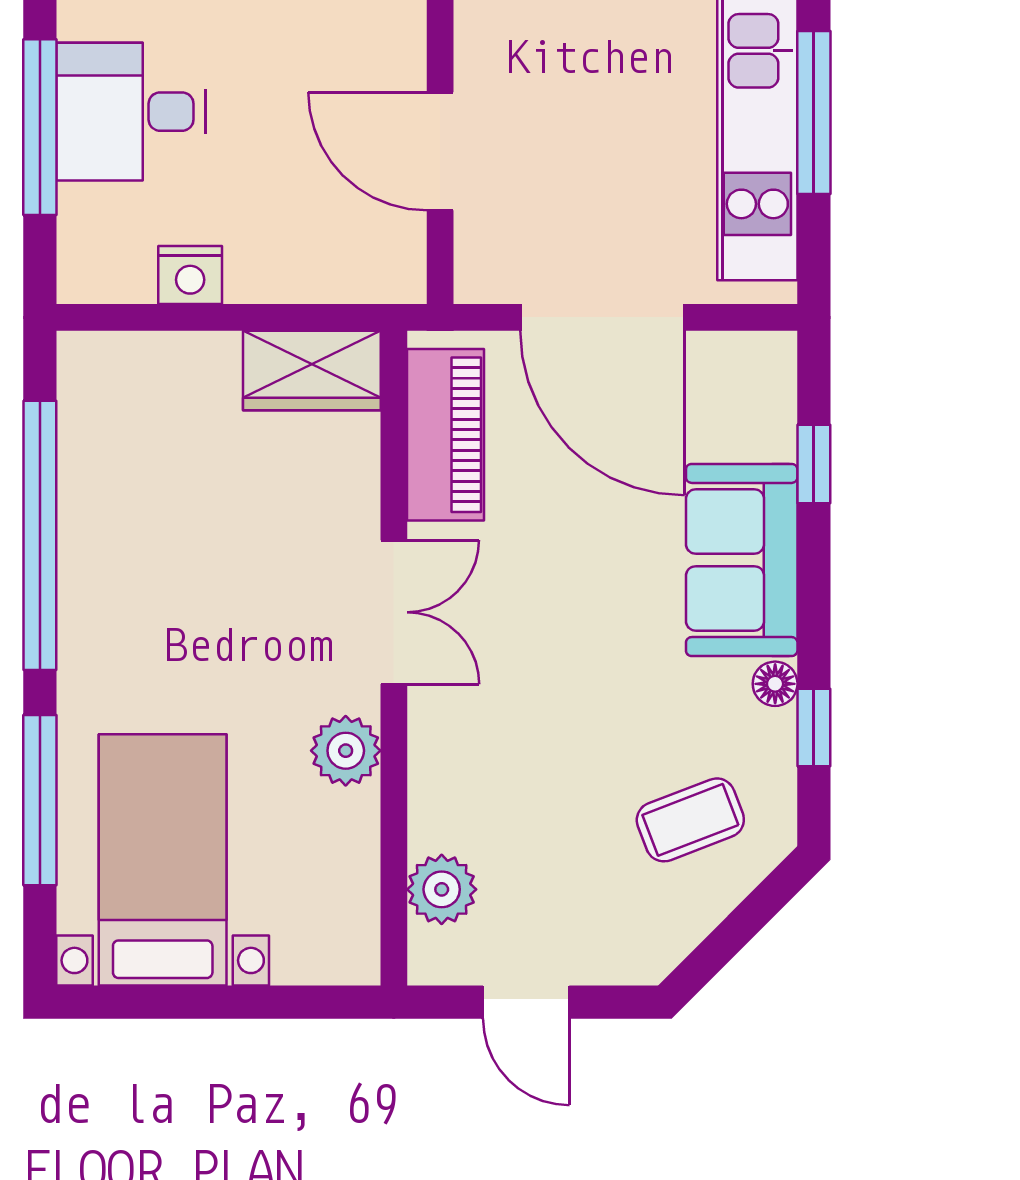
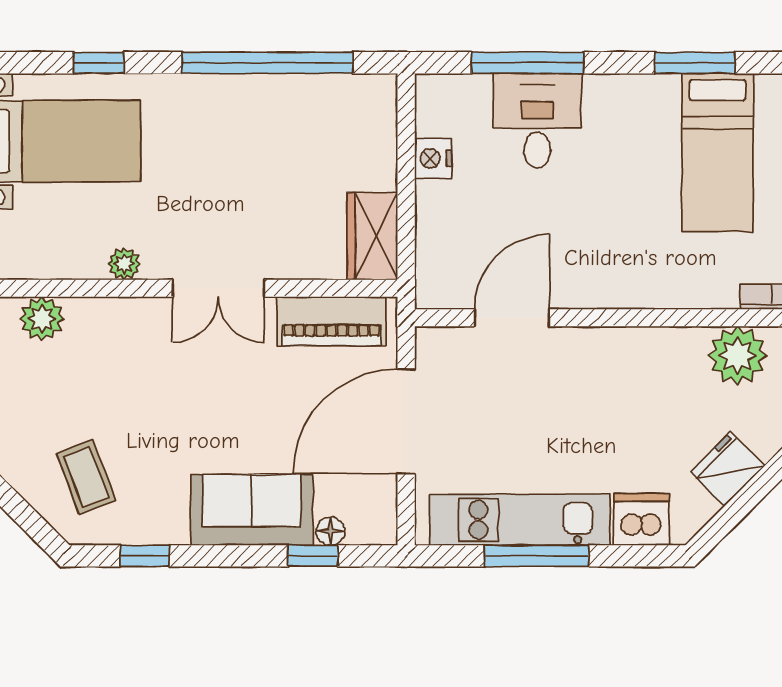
floor lamp: (775, 684) -> (330, 531), moved
plant: (346, 751) -> (124, 264), width x0.73, depth x0.73
window: (40, 800) -> (99, 63), width x0.46

